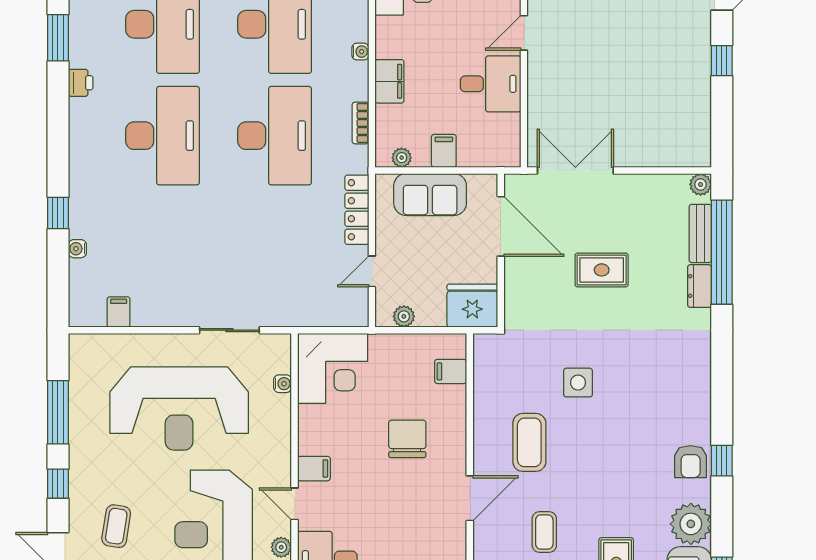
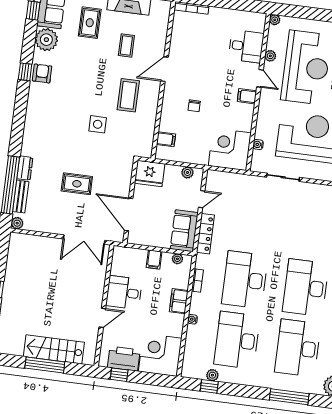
sofa: (430, 195) -> (184, 231), moved, turned -90
chair: (407, 439) -> (194, 106), width x0.54, depth x0.54

